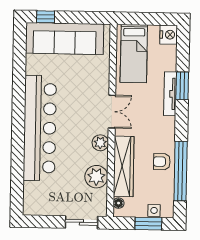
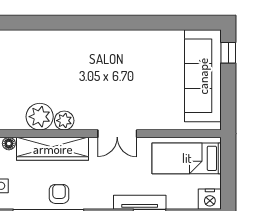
bar counter: (40, 128) -> (96, 48), removed
plant: (100, 143) -> (64, 121), moved

